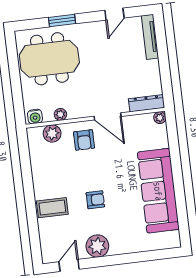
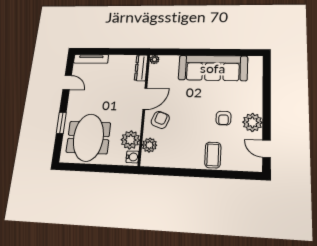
plant: (60, 114) -> (130, 140), width x1.87, depth x1.87
armchair: (84, 140) -> (160, 120), turned -70
armchair: (95, 200) -> (224, 118), moved, turned 180

